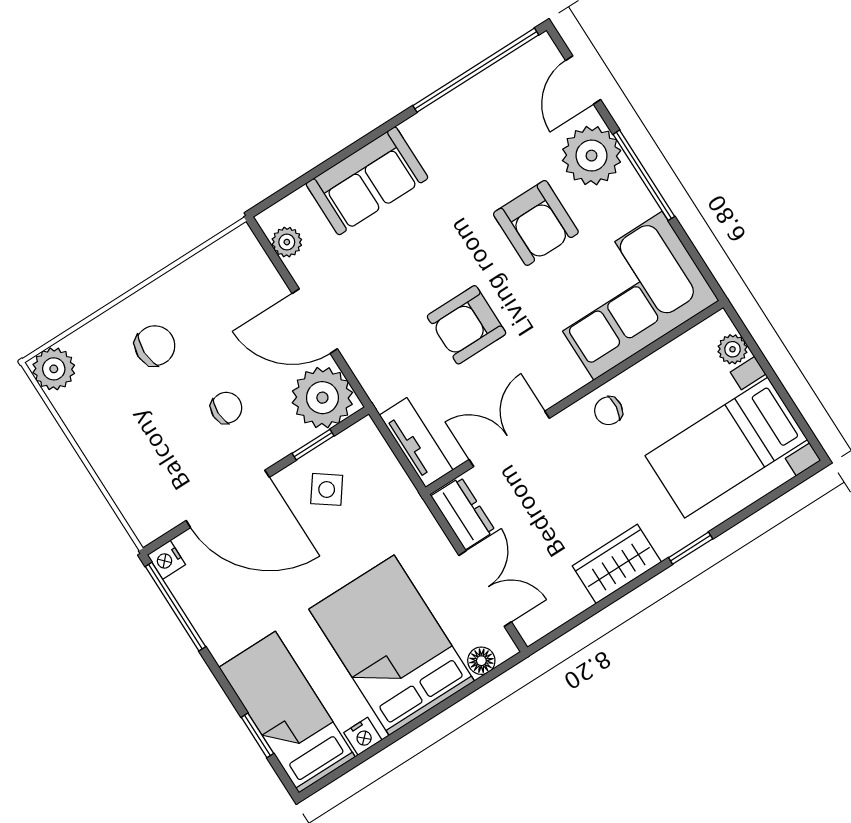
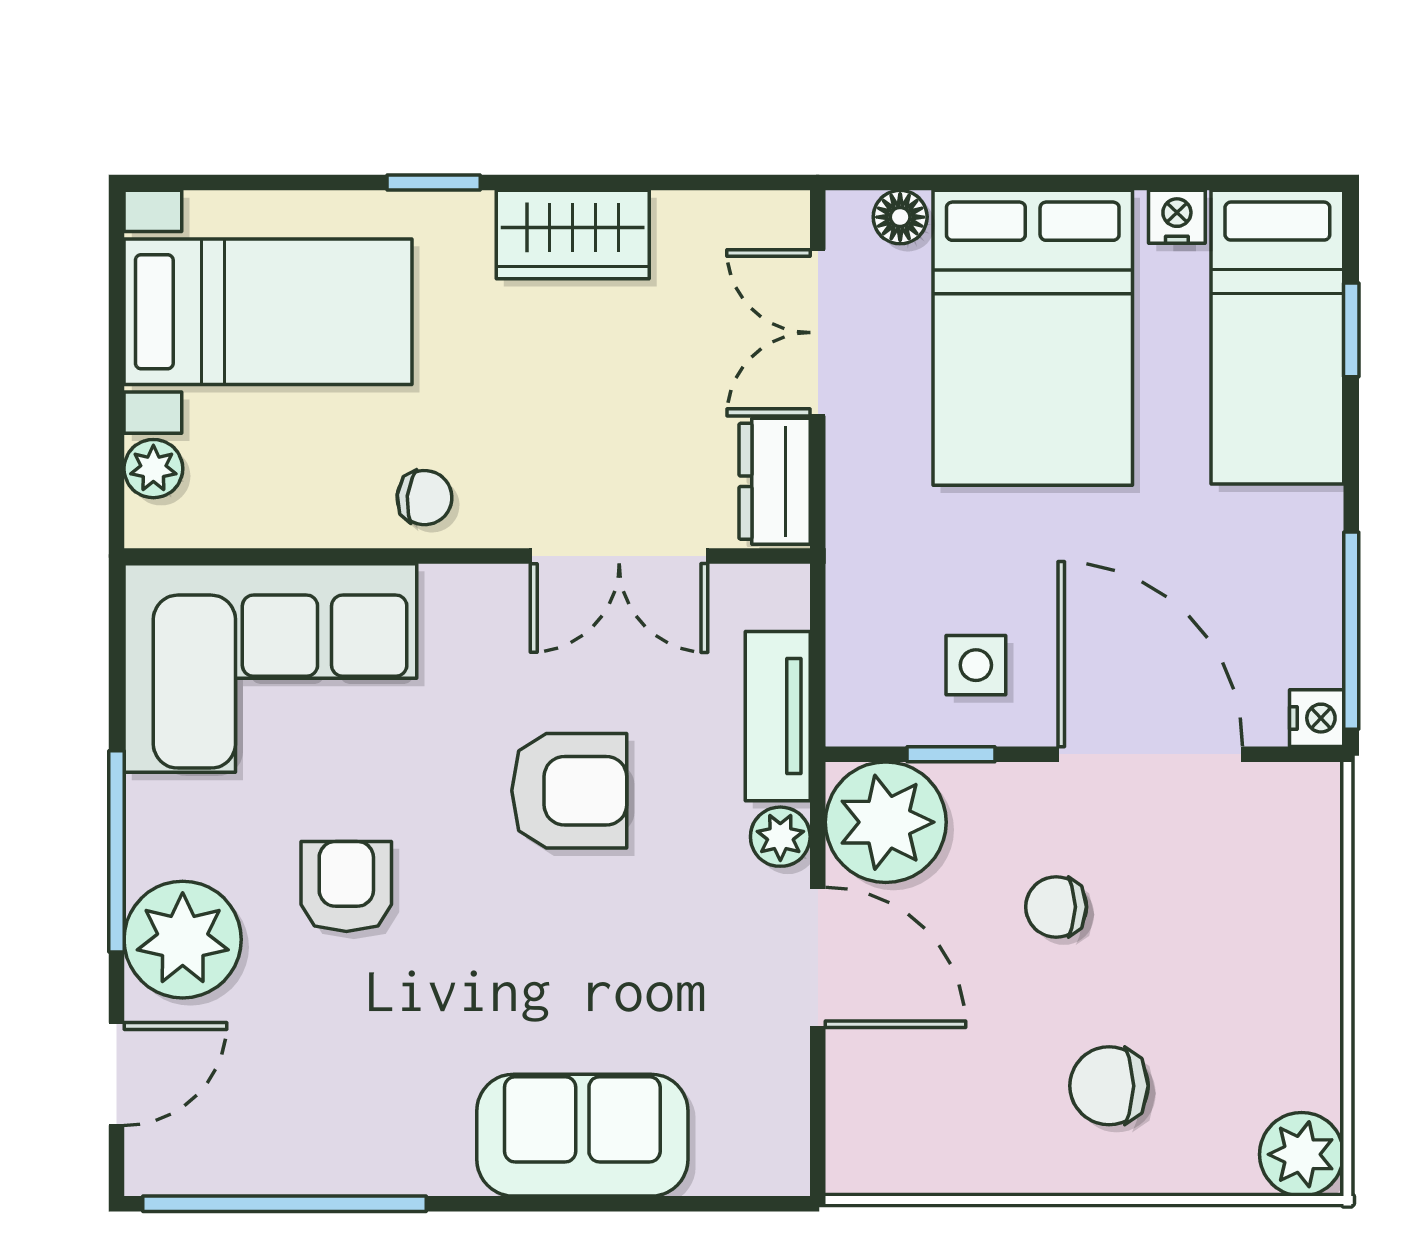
armchair: (536, 223) -> (346, 886), width x0.72, depth x0.72
plant: (287, 242) -> (780, 837), moved
tv unit: (416, 443) -> (778, 716), moved
side table: (327, 489) -> (976, 665), turned -36

